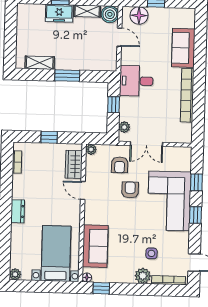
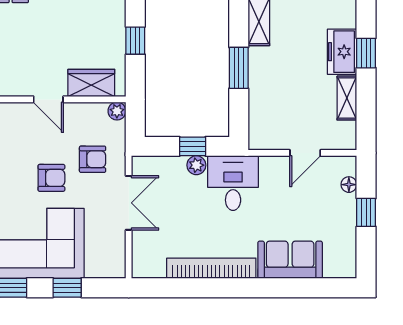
boiler: (110, 14) -> (343, 136), removed
floor lamp: (139, 15) -> (349, 185), width x0.53, depth x0.53
plant: (124, 127) -> (196, 165), moved
double door: (146, 144) -> (129, 203), swing flipped
armchair: (120, 165) -> (93, 159), turned 180
door: (83, 190) -> (48, 99), swing flipped

